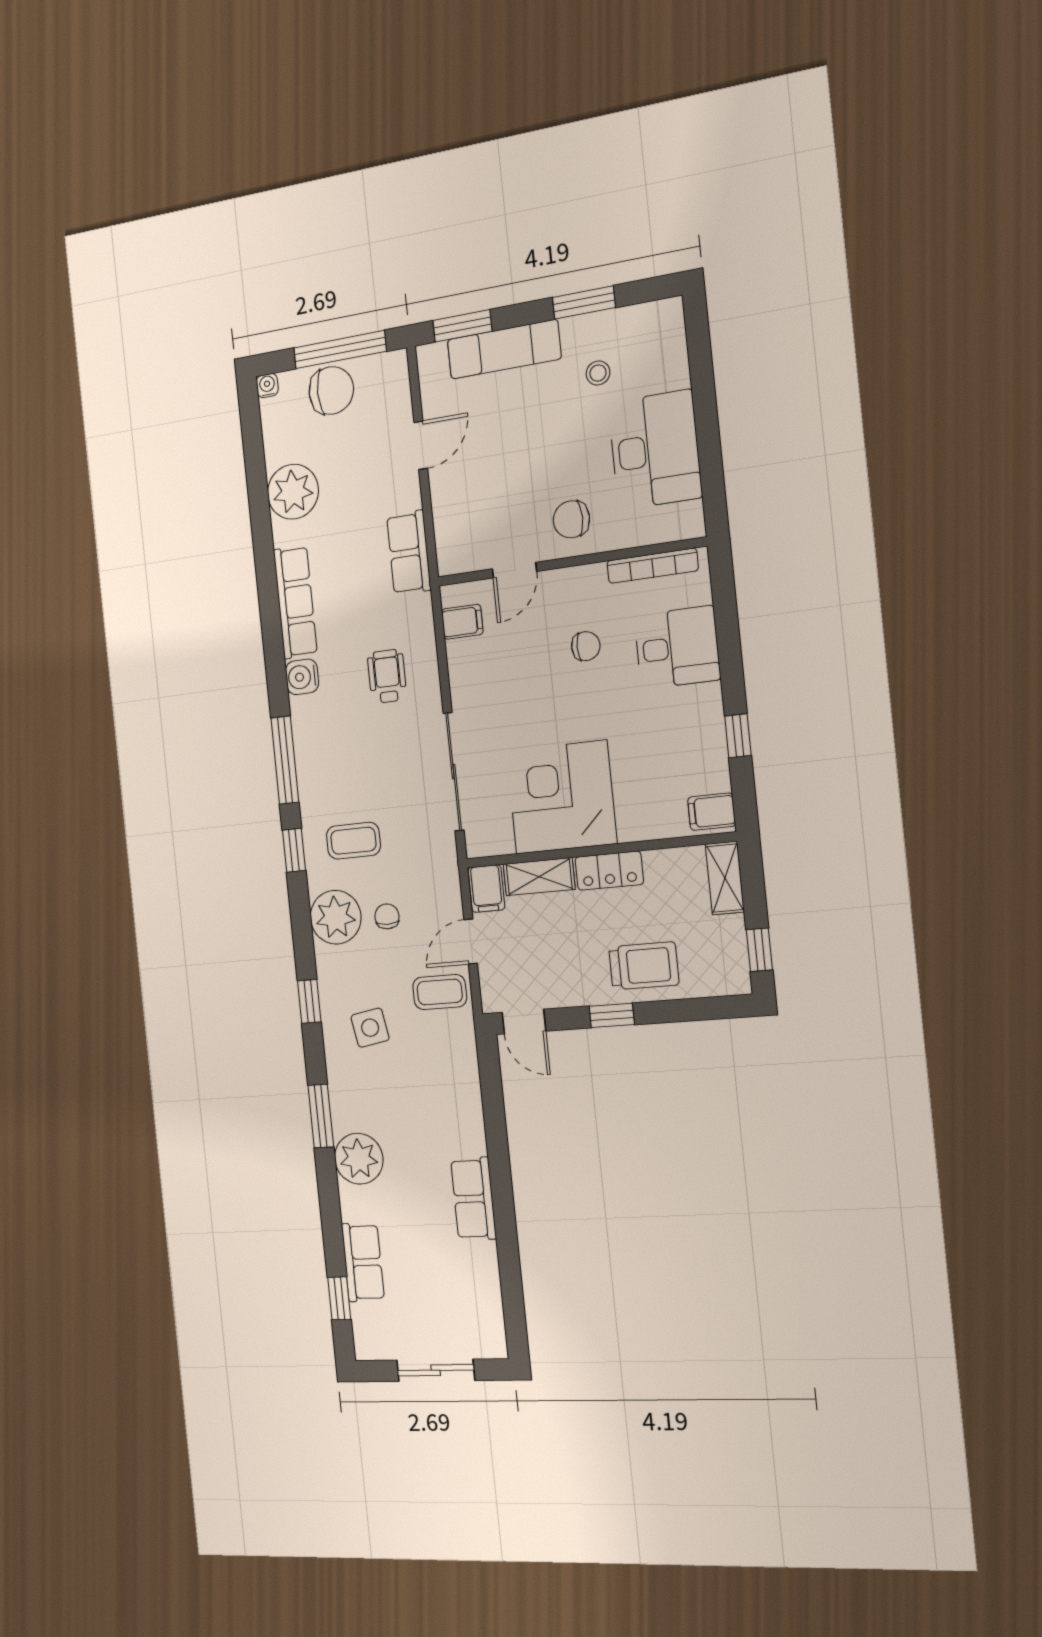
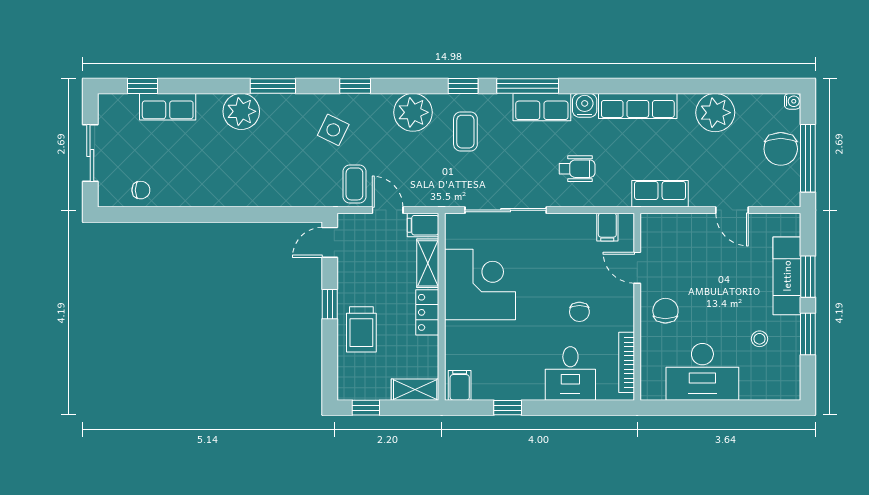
window: (462, 326) -> (808, 277), moved
chair: (387, 916) -> (141, 190), moved
side table: (370, 1028) -> (333, 130), turned 36
row of seats: (473, 1199) -> (542, 107), moved, turned 180

